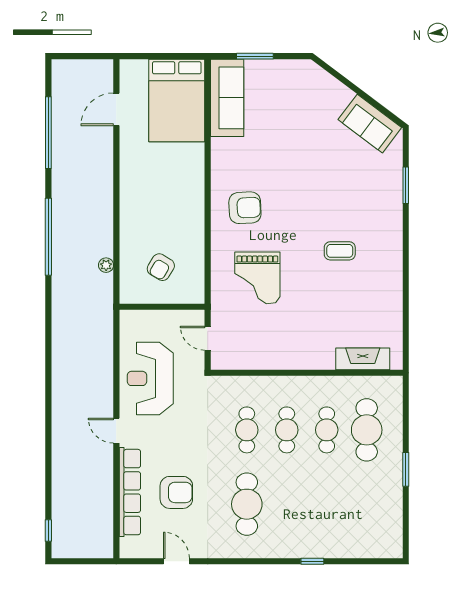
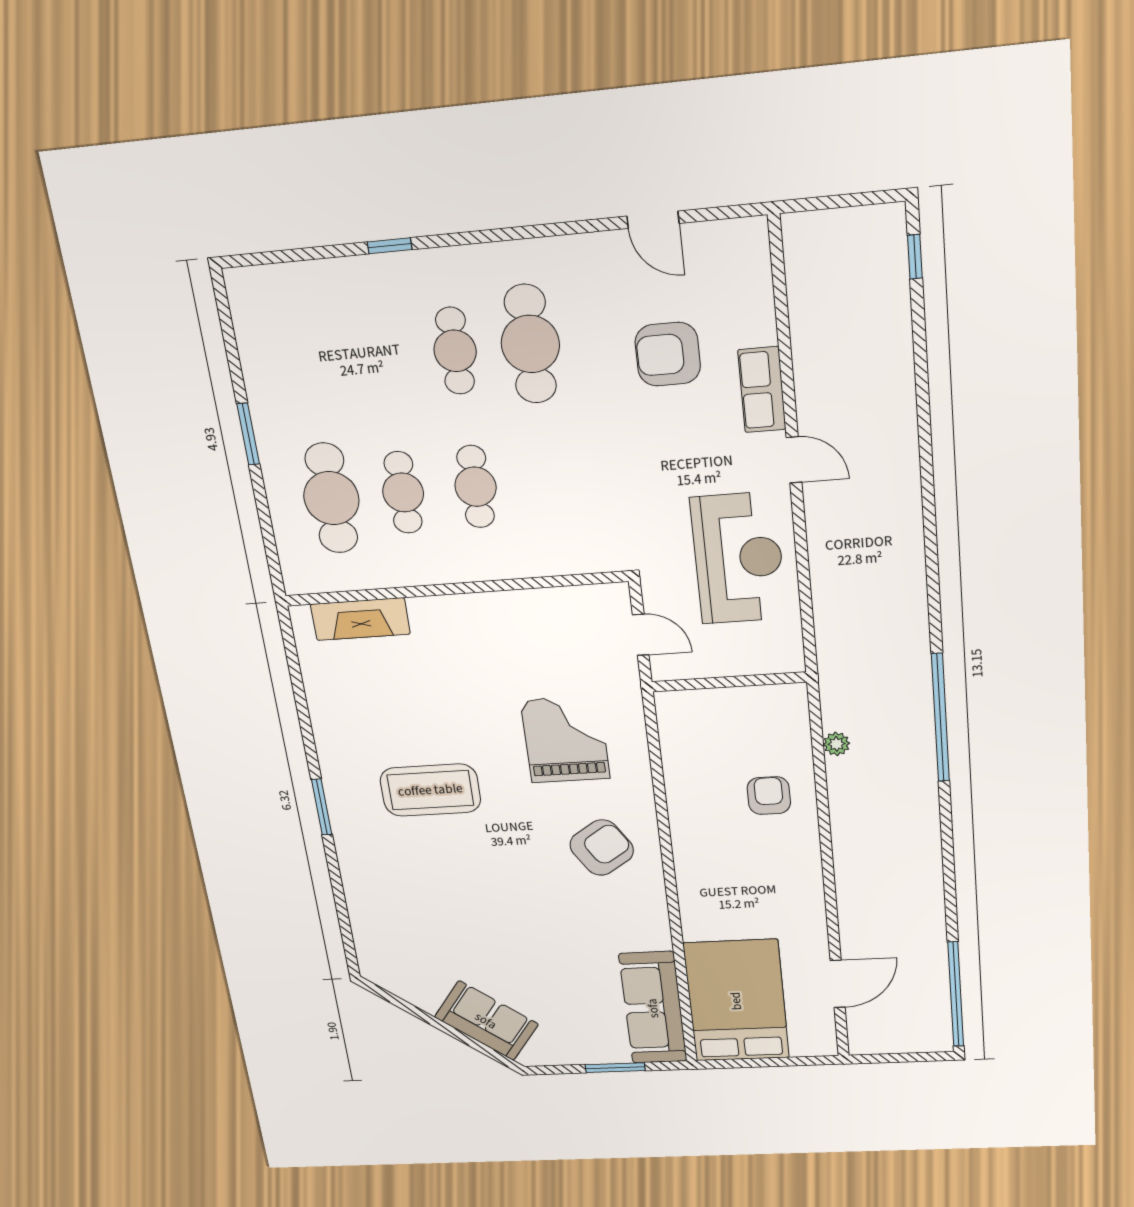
sofa: (370, 124) -> (486, 1021), moved
window: (48, 133) -> (956, 994), moved
window: (406, 185) -> (322, 807), moved
armchair: (245, 208) -> (602, 848), turned 150
window: (48, 237) -> (940, 718), moved
coffee table: (340, 251) -> (430, 790), width x1.86, depth x1.72
armchair: (161, 267) -> (769, 796), moved, turned -31
cafe table: (247, 430) -> (455, 351), moved
row of seats: (130, 492) -> (762, 390), width x0.50

